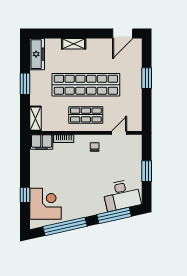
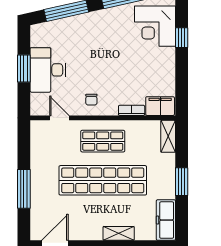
window: (147, 78) -> (24, 189), width x1.44
door: (119, 133) -> (59, 118), swing flipped
desk: (122, 195) -> (48, 70), moved, turned -77

